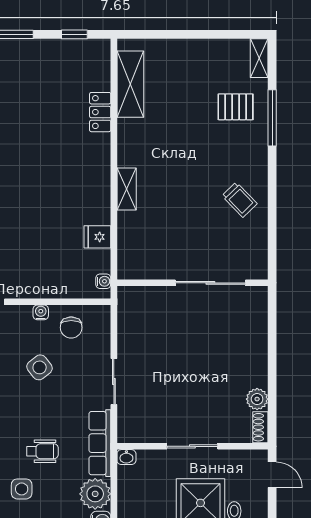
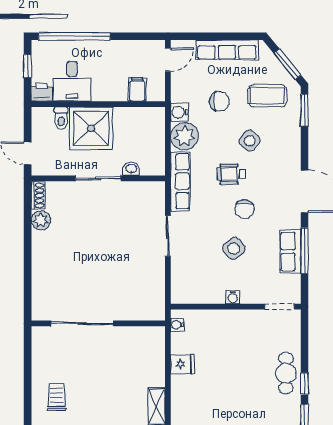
trolley: (239, 200) -> (56, 397), turned 44
chair: (71, 328) -> (245, 209), moved, turned 180
washbasin: (126, 457) -> (131, 169), moved
side table: (22, 489) -> (250, 141), turned 37

